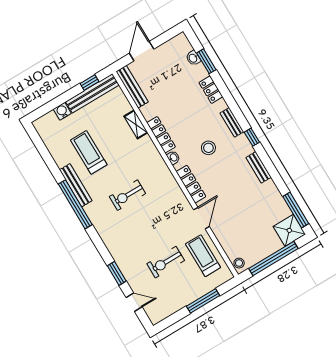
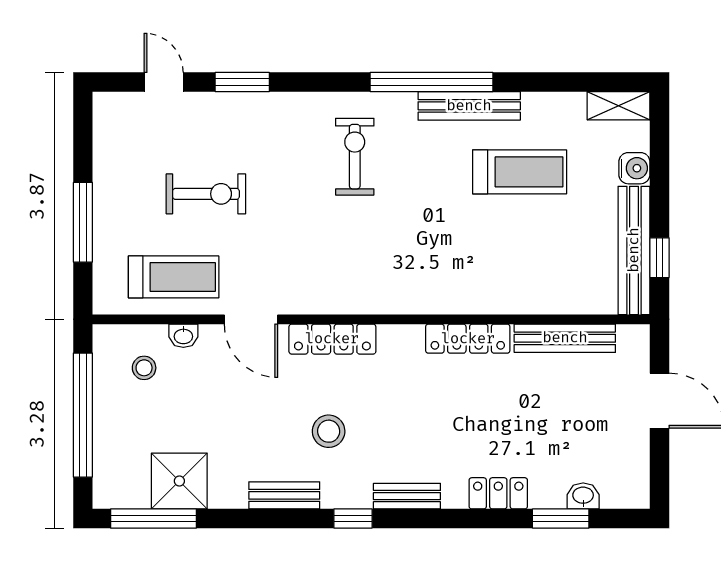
bench: (132, 87) -> (565, 338), moved
shelving: (136, 124) -> (618, 106), moved
stool: (208, 148) -> (329, 431), moved
washbasin: (173, 158) -> (183, 336), moved
exercise bike: (127, 195) -> (355, 157), moved
shower: (289, 230) -> (179, 481), moved
exercise bike: (166, 262) -> (206, 194), turned 90
stool: (239, 263) -> (144, 368), moved
door: (134, 302) -> (164, 82), swing flipped

